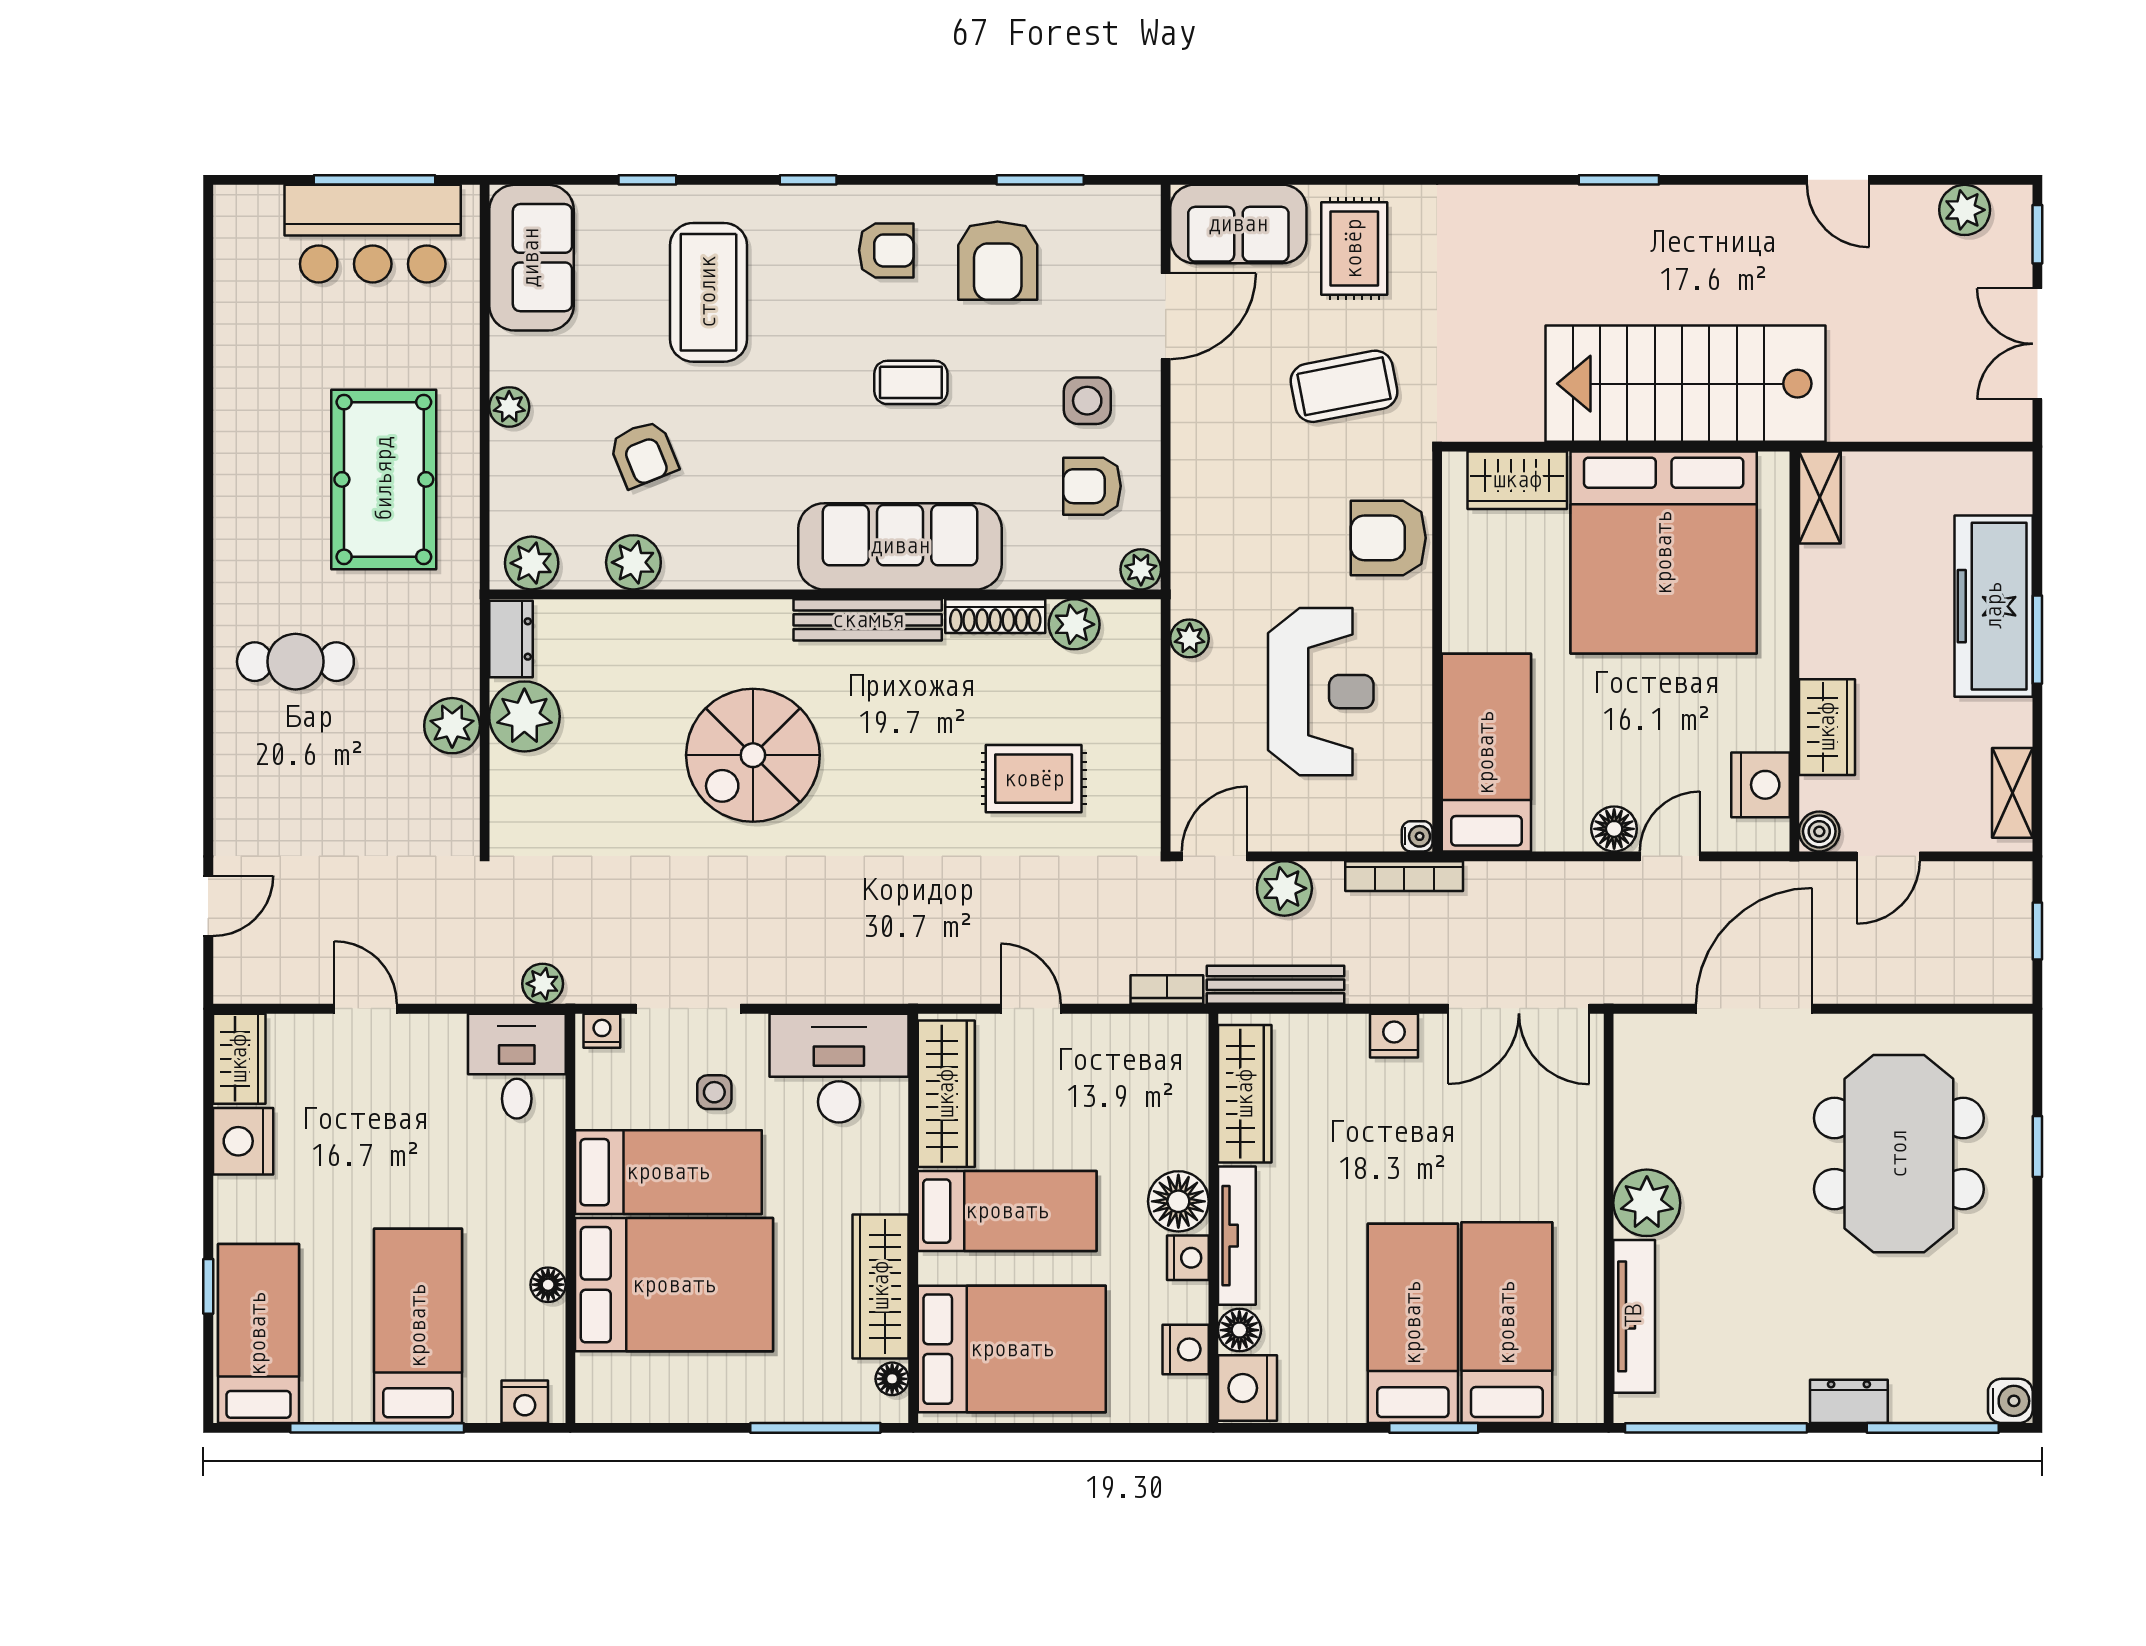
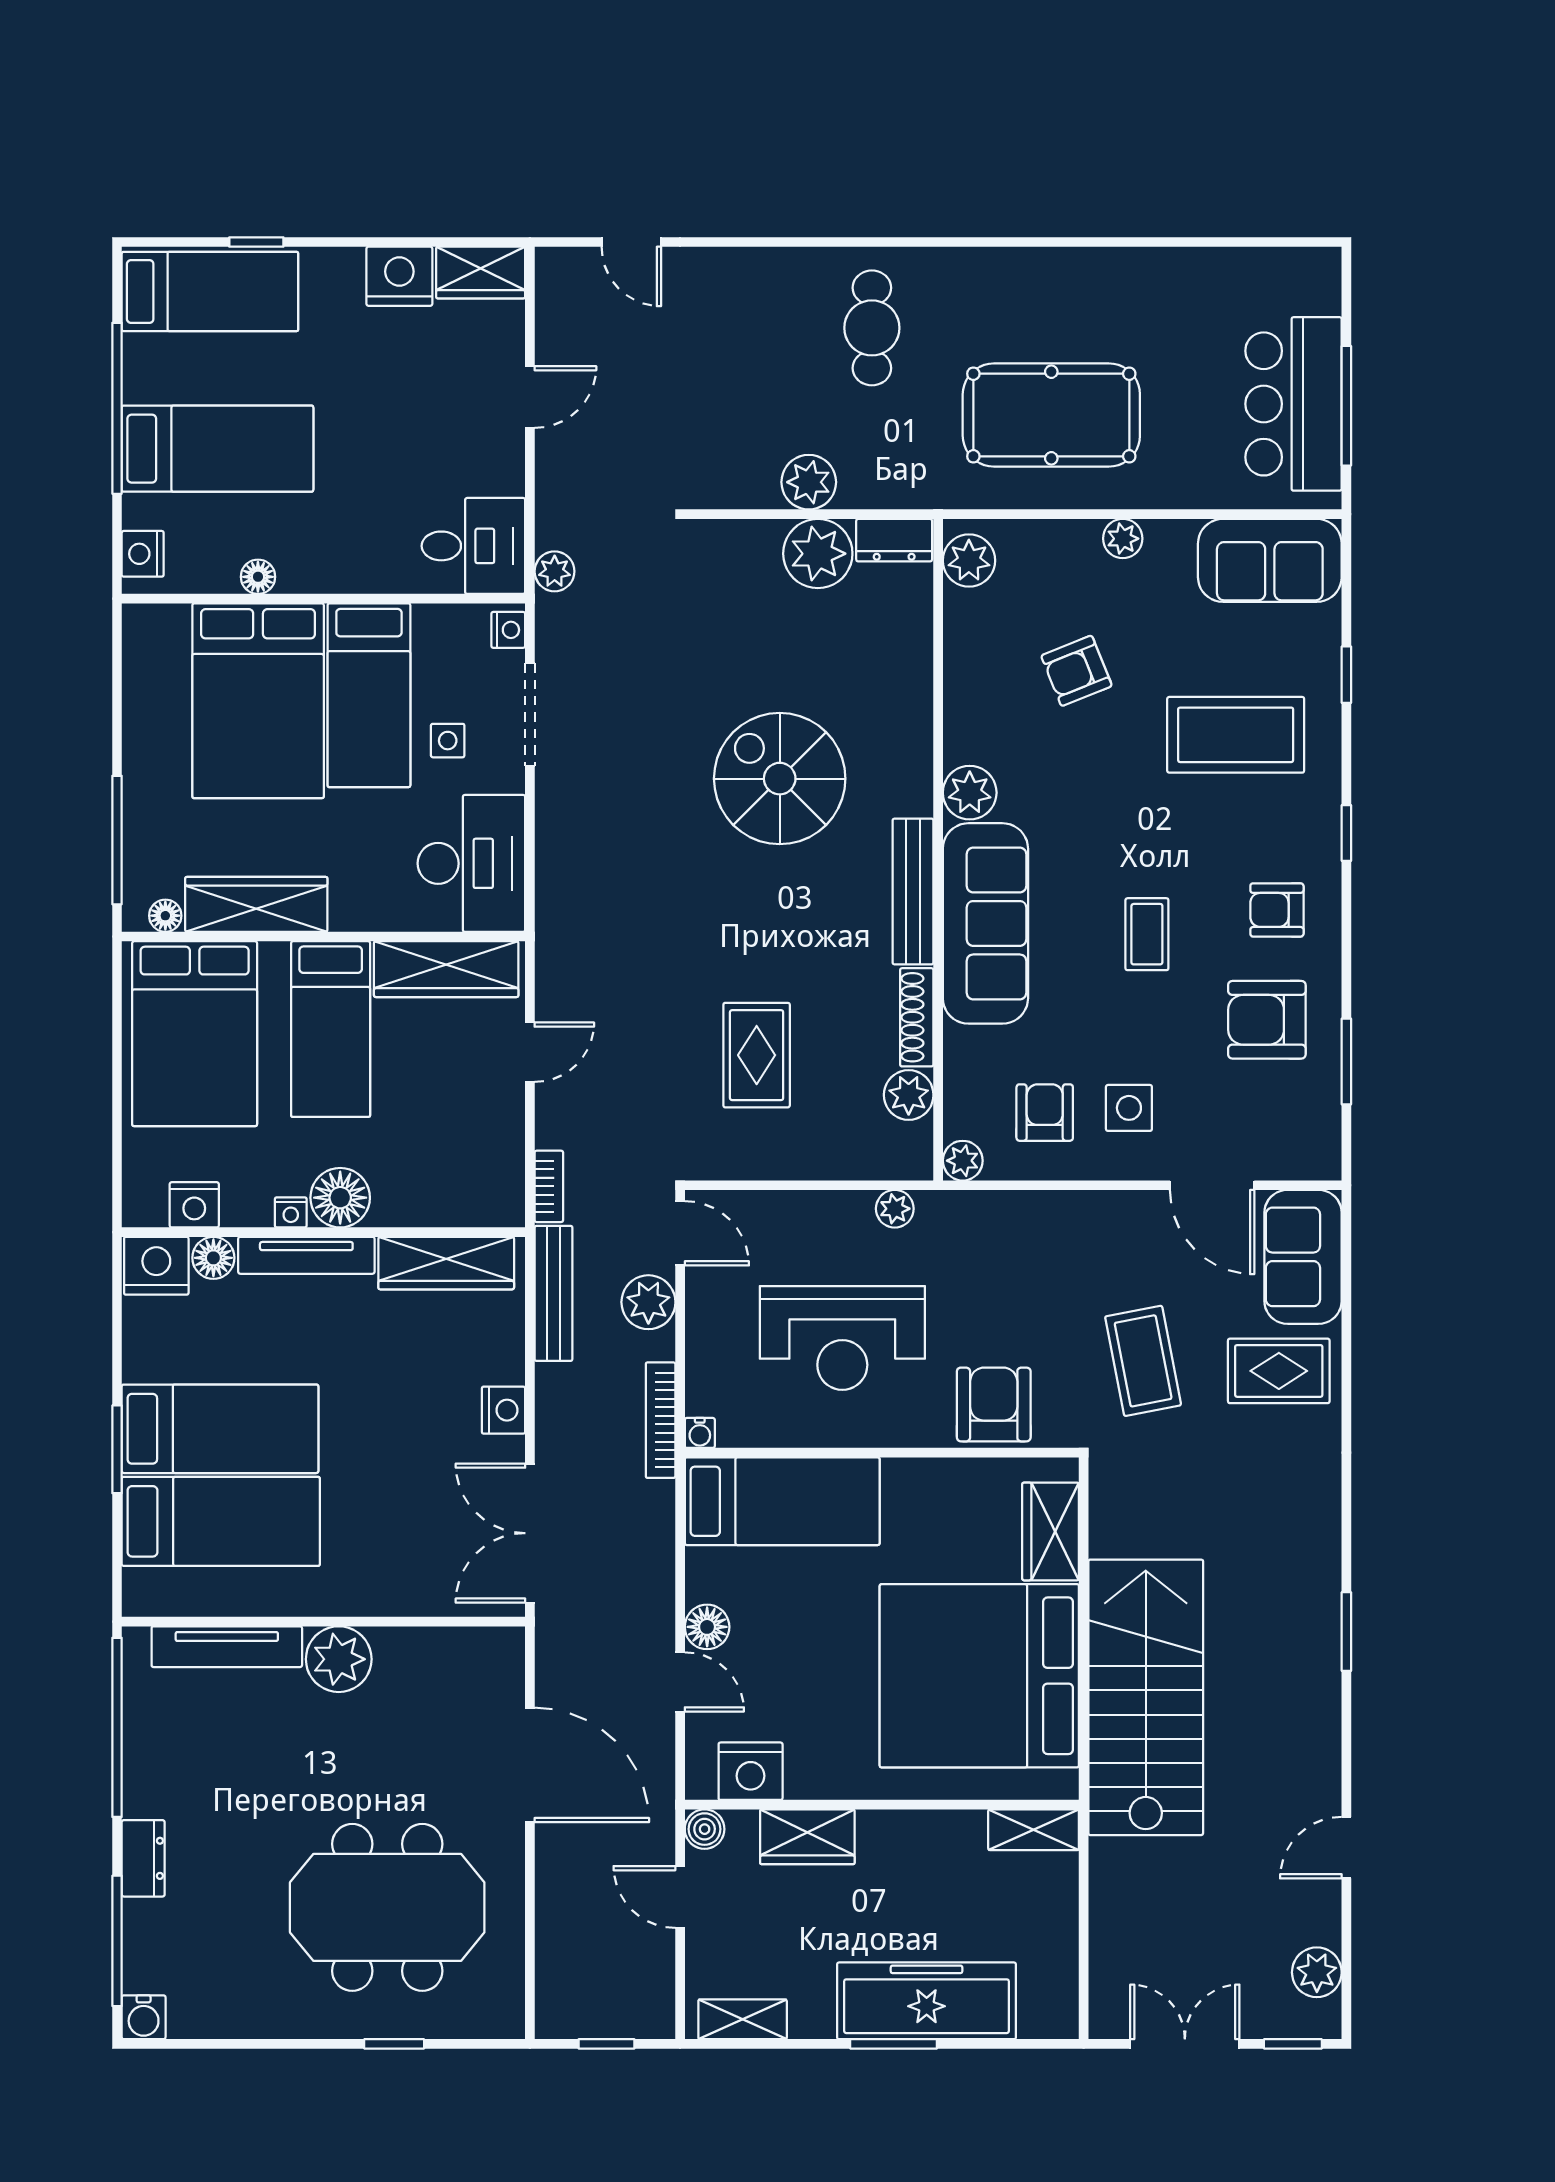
armchair: (886, 250) -> (1277, 910), turned 90
plant: (633, 562) -> (970, 793), moved
nightstand: (1188, 1258) -> (291, 1212), width x0.72, depth x0.74

